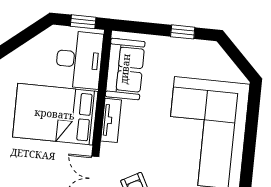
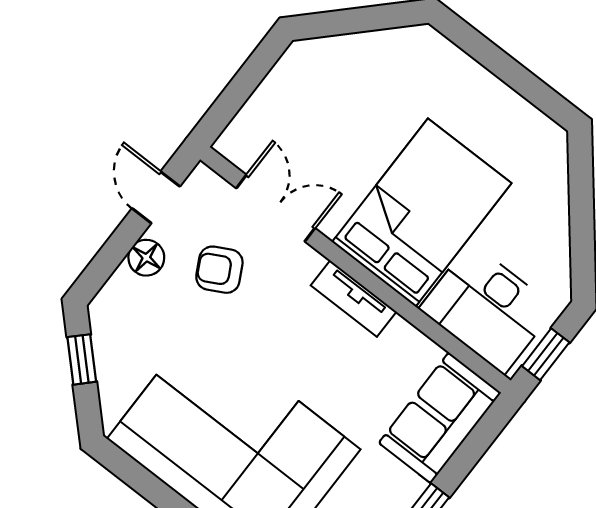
sofa: (125, 69) -> (440, 418), moved, turned 90

